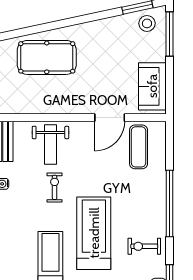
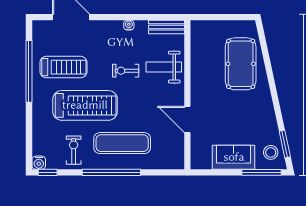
sofa: (152, 86) -> (234, 157), moved
exercise mat: (139, 147) -> (122, 143), moved, width x1.36, depth x1.45
exercise bike: (55, 187) -> (126, 71), turned 180

